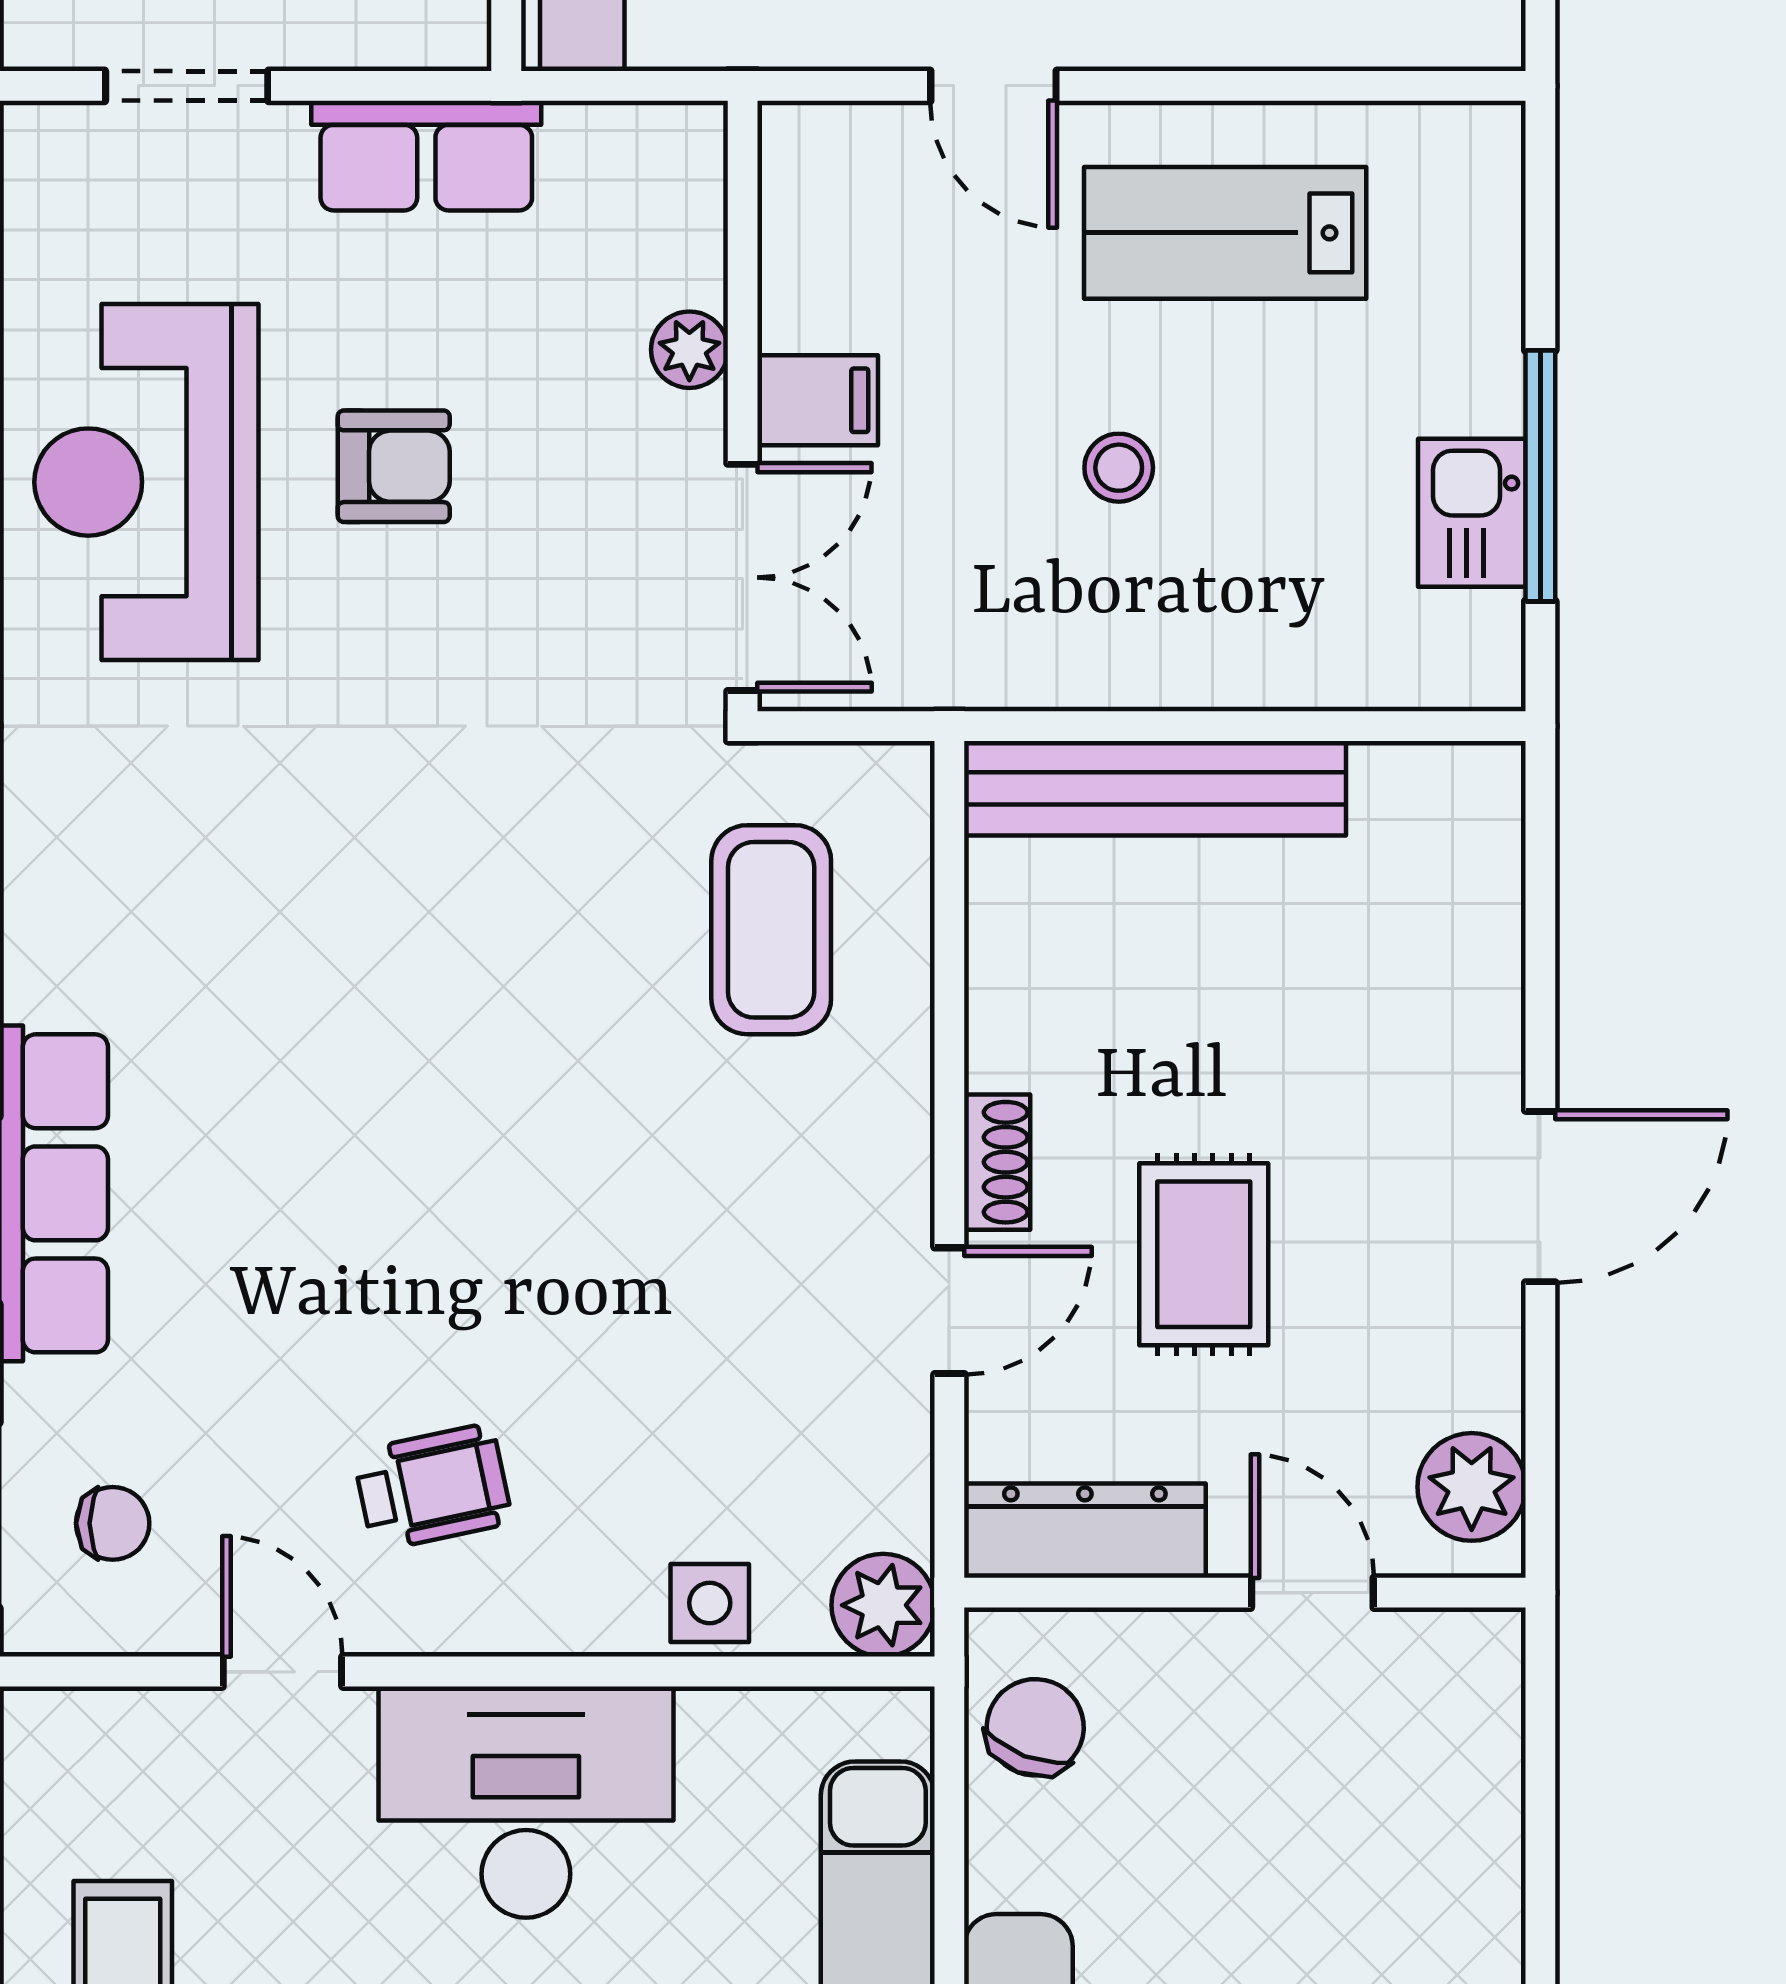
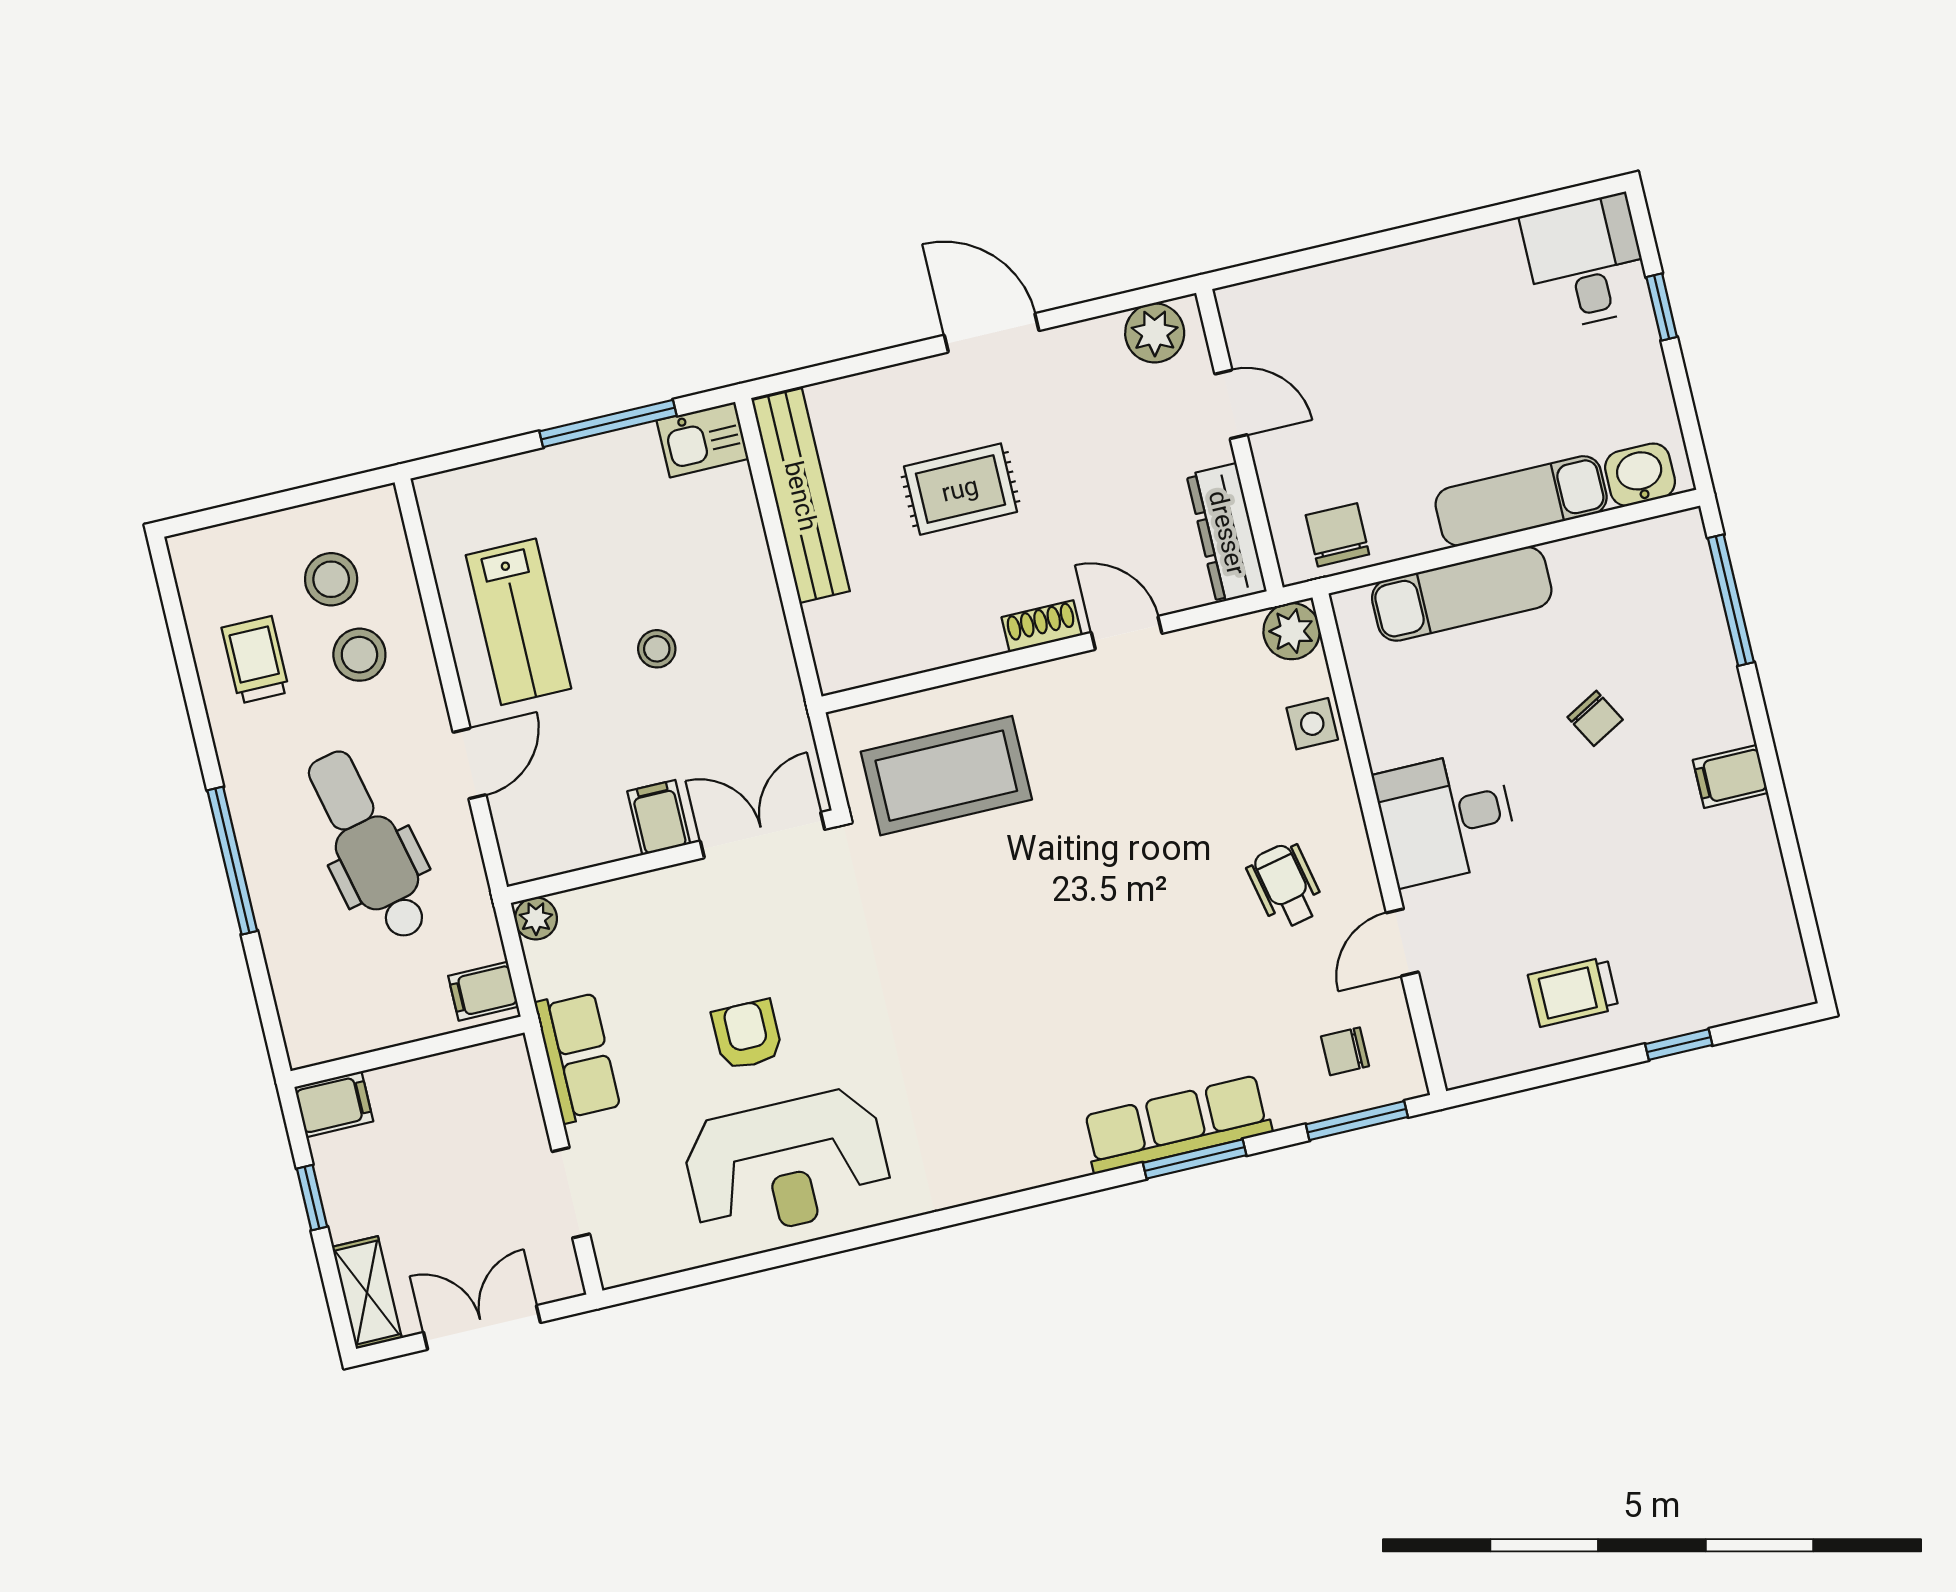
plant: (689, 350) -> (536, 919), moved
kitchen sink: (1472, 513) -> (703, 440), moved
bench: (1155, 788) -> (801, 496), moved
coffee table: (771, 930) -> (946, 776), width x1.36, depth x1.32
rug: (1204, 1254) -> (960, 489), moved
chair: (113, 1523) -> (1345, 1051), turned -90
door: (1312, 1593) -> (1231, 404), swing flipped
chair: (1035, 1727) -> (1337, 535), turned 69
desk: (526, 1802) -> (1446, 818), width x0.73

